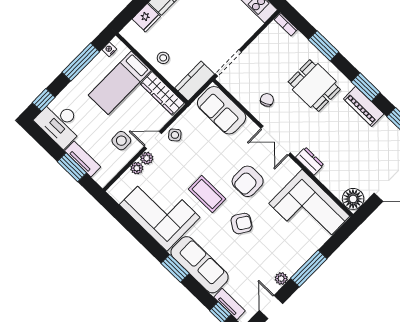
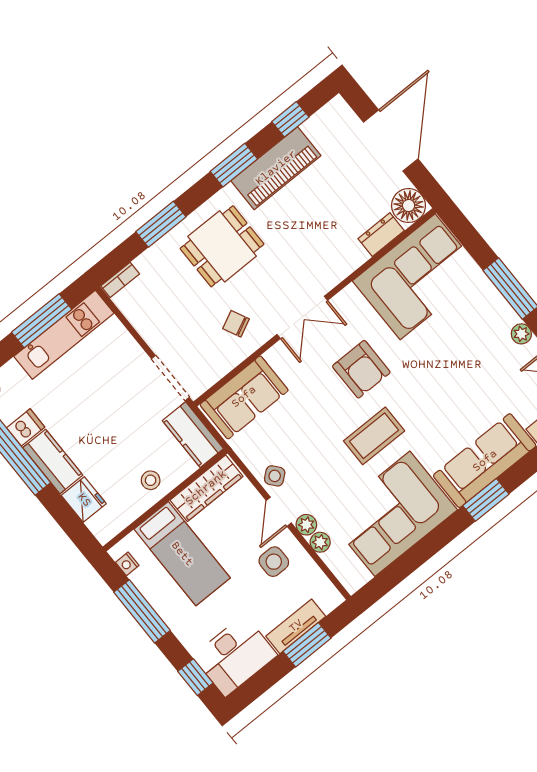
piano: (364, 106) -> (276, 168), width x1.37, depth x1.33
dresser: (310, 161) -> (381, 235), moved
armchair: (242, 223) -> (427, 387), removed

